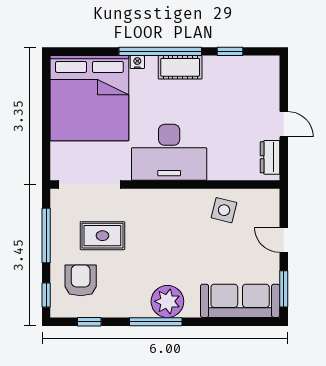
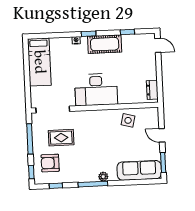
window: (160, 51) -> (89, 34), width x0.32
cot: (180, 67) -> (105, 44), width x1.37, depth x1.34
bed: (89, 98) -> (39, 62), width x0.49
door: (284, 124) -> (158, 45), moved
armchair: (81, 280) -> (50, 163), turned -90
plant: (167, 301) -> (103, 177), width x0.53, depth x0.53

